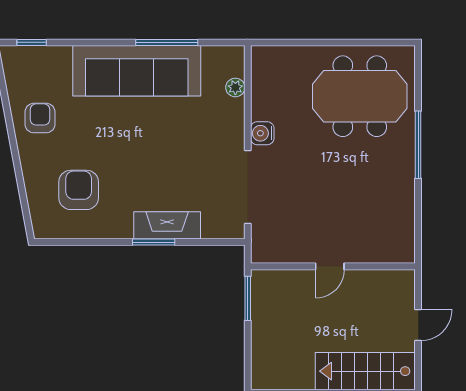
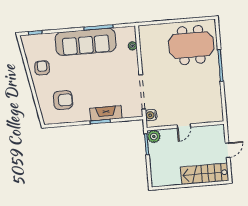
water cooler: (262, 133) -> (151, 115), moved
armchair: (79, 190) -> (63, 100), turned 90
plant: (264, 283) -> (154, 136), added

